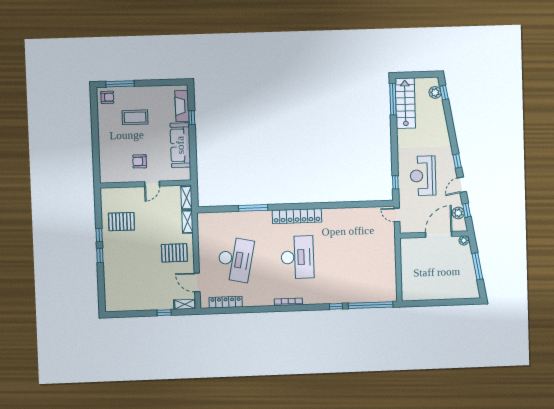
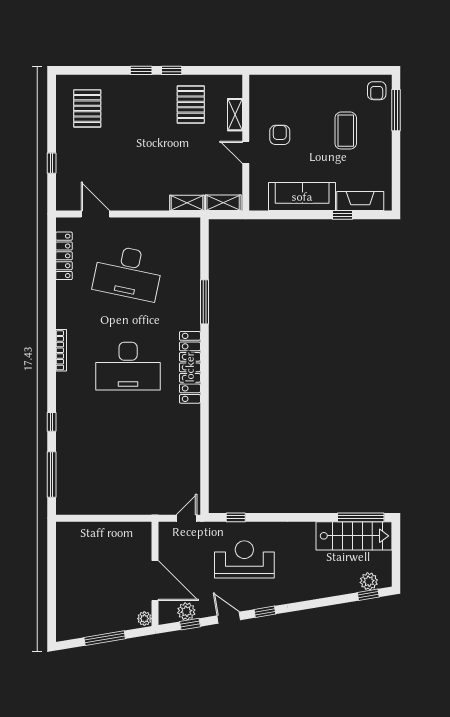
pallet: (174, 253) -> (87, 108), moved
door: (197, 282) -> (95, 214), hinge flipped
shelving: (185, 304) -> (235, 115), moved
window: (371, 305) -> (52, 474), width x0.68

